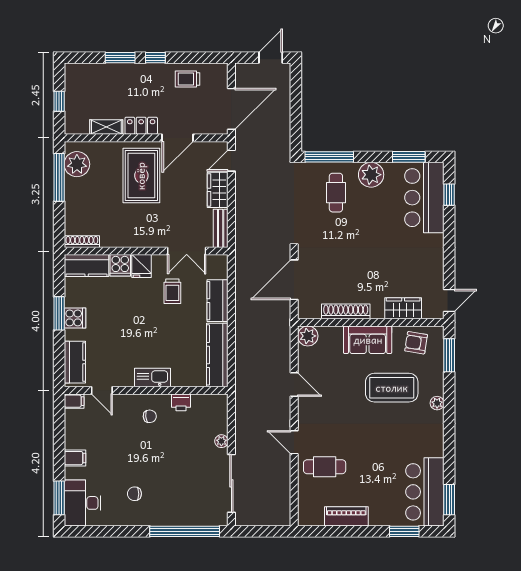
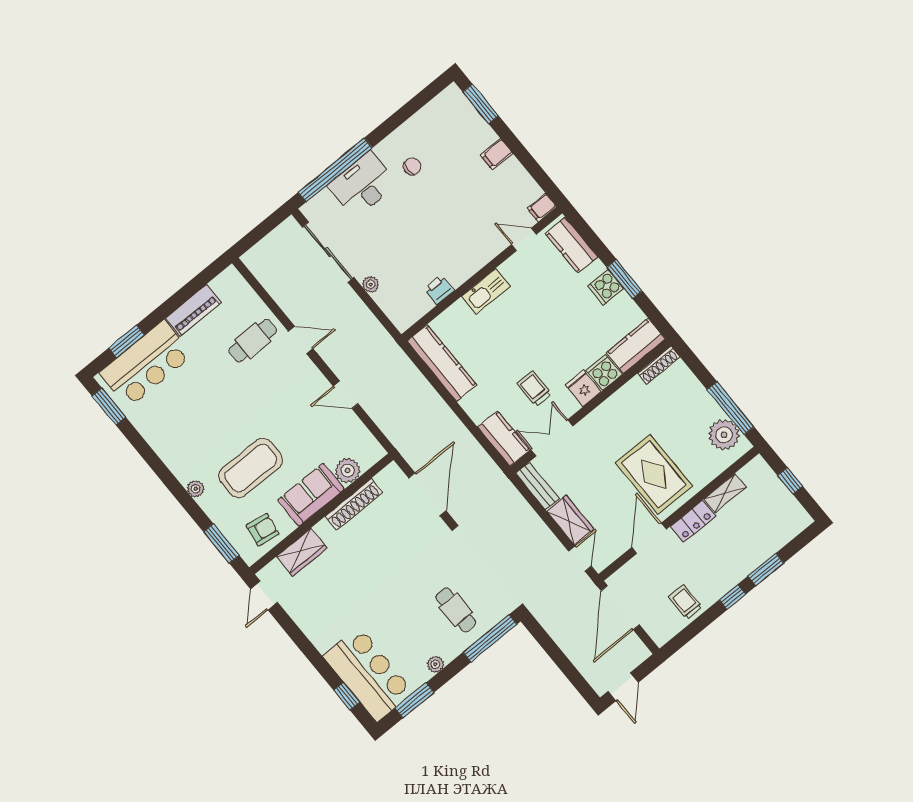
trolley: (188, 79) -> (685, 602), turned -90
plant: (371, 175) -> (435, 664), width x0.53, depth x0.53
kitchen counter: (218, 301) -> (504, 439), moved
plant: (308, 336) -> (348, 471), moved
chair: (150, 416) -> (458, 252), removed
bar counter: (425, 492) -> (146, 364), moved, turned 90
desk: (83, 503) -> (363, 185), moved, turned -90

